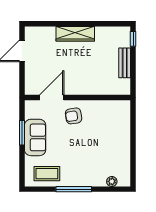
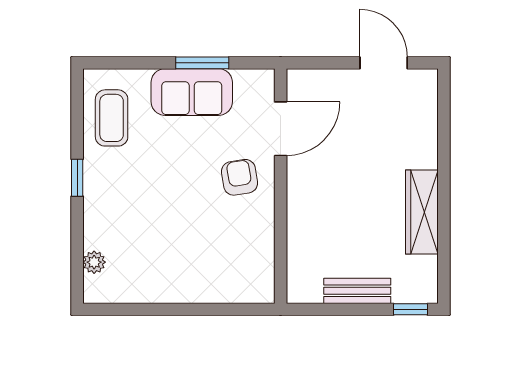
wardrobe: (75, 34) -> (422, 212), moved
door: (52, 97) -> (281, 129), hinge flipped
window: (74, 189) -> (77, 178), width x0.46

